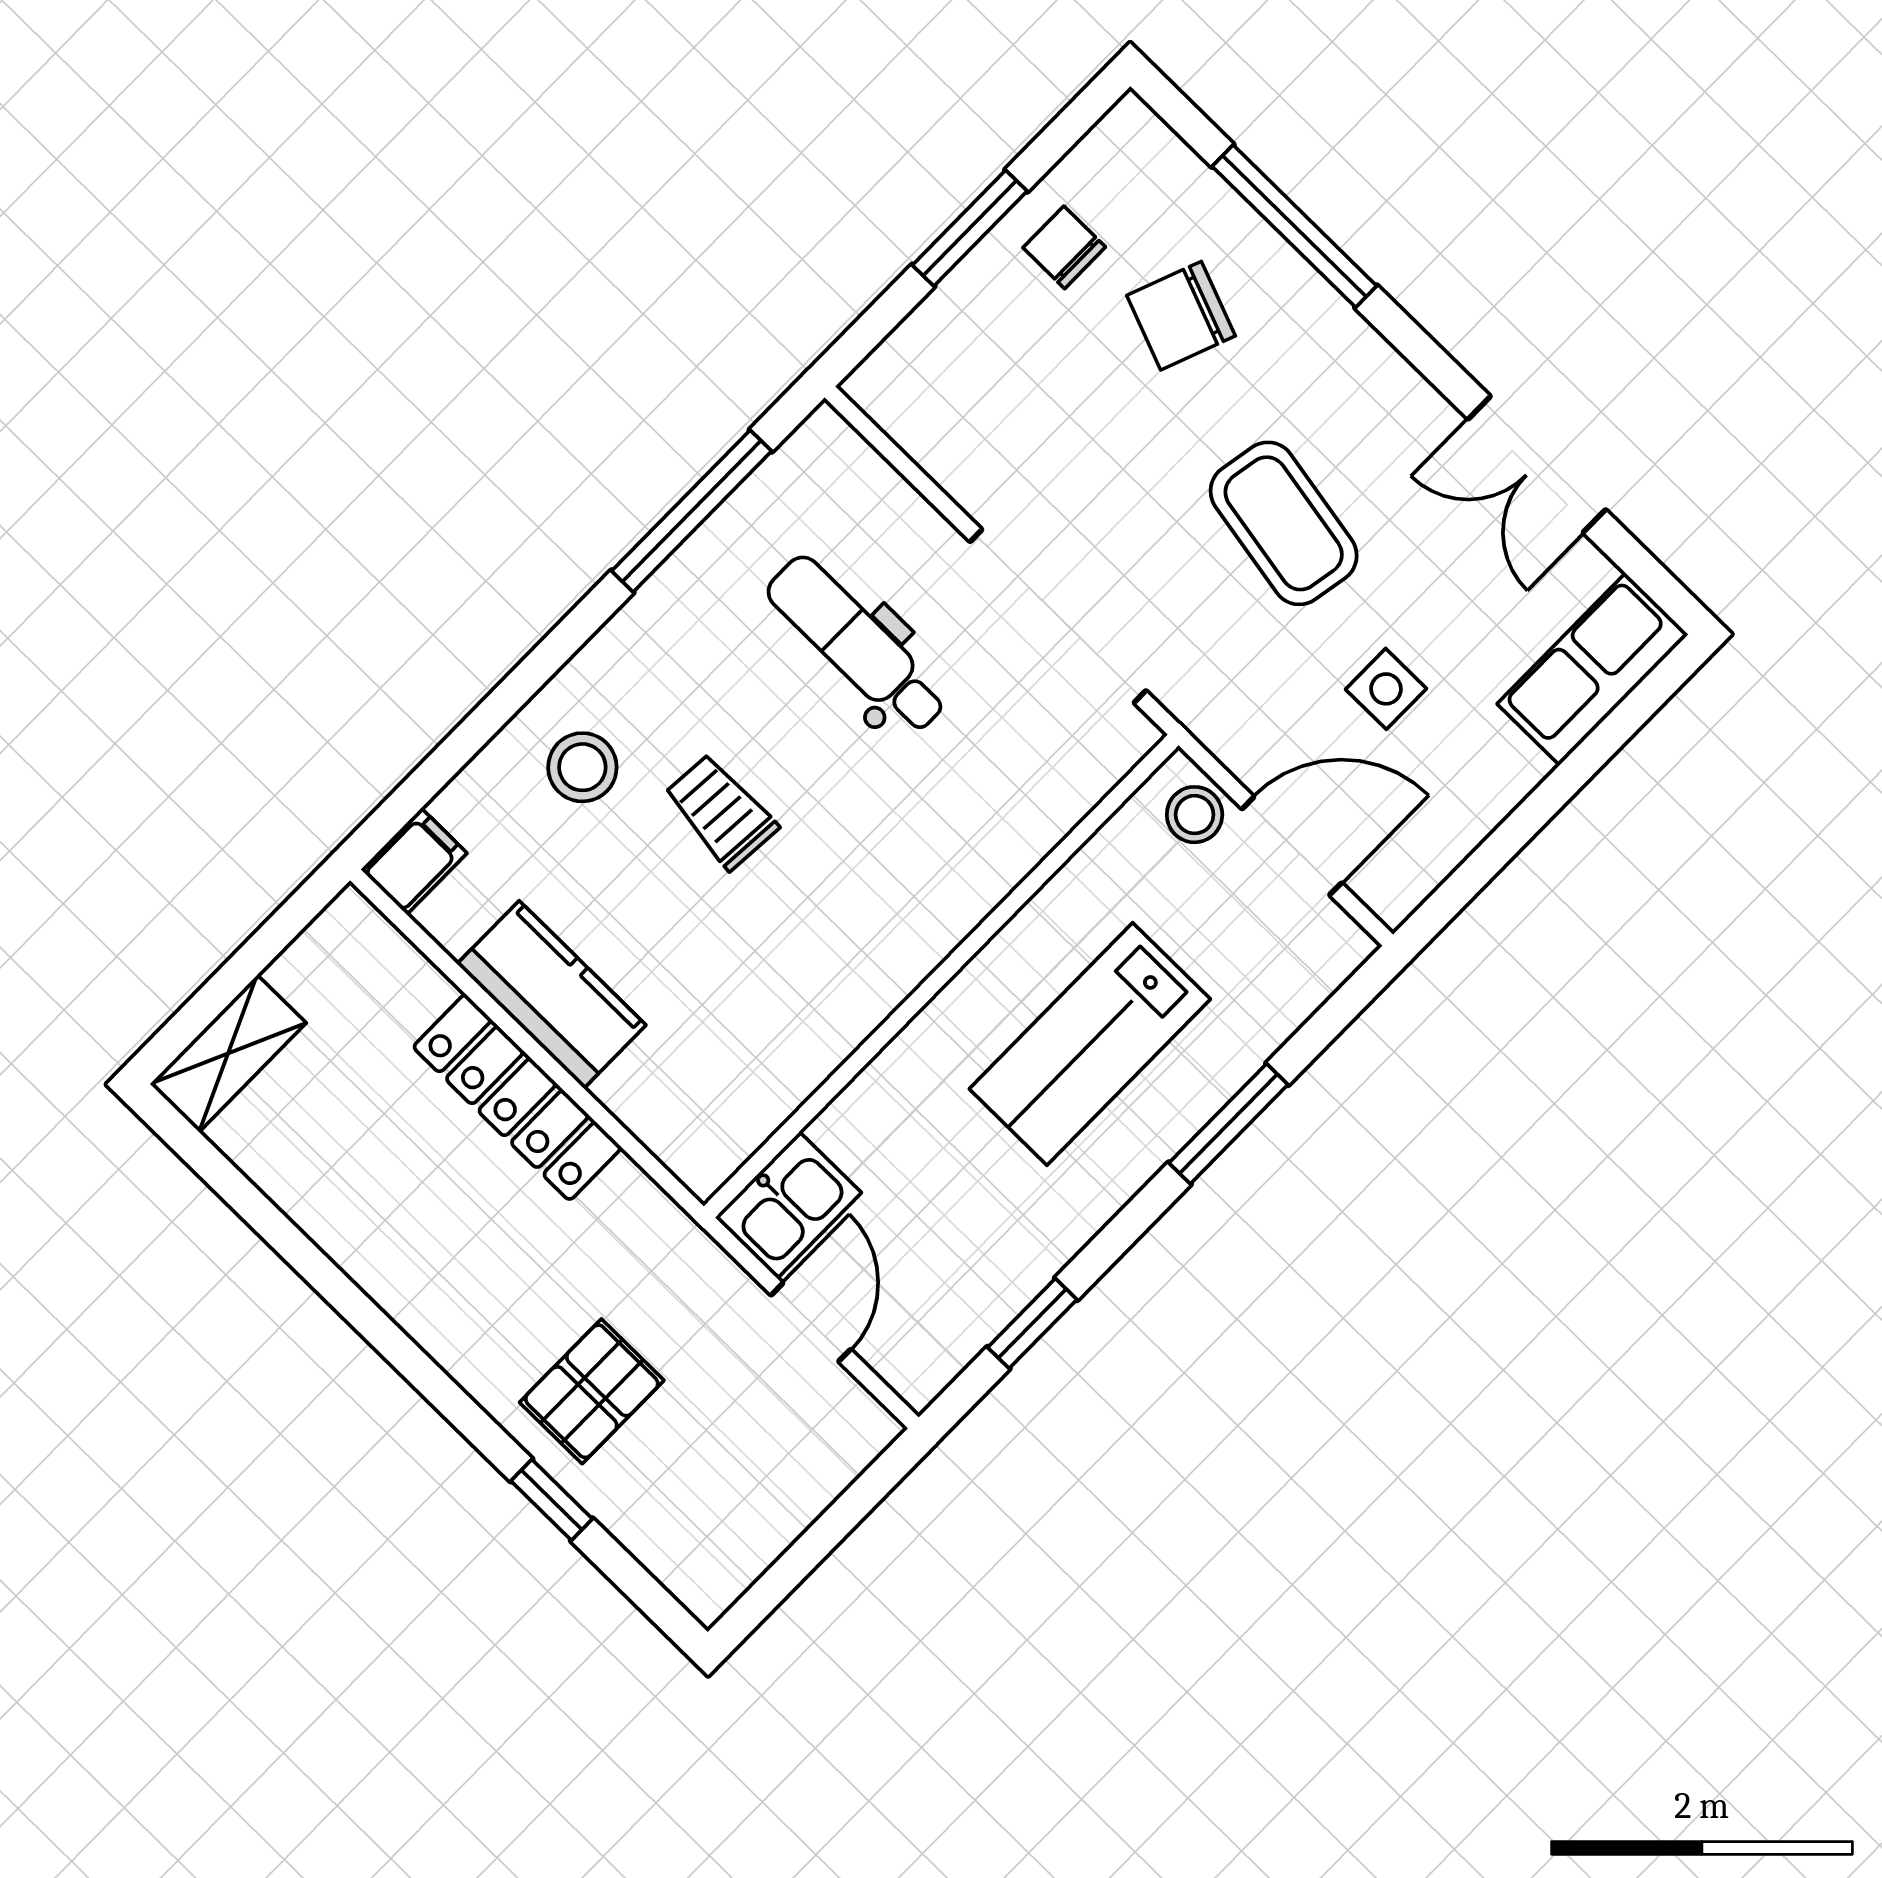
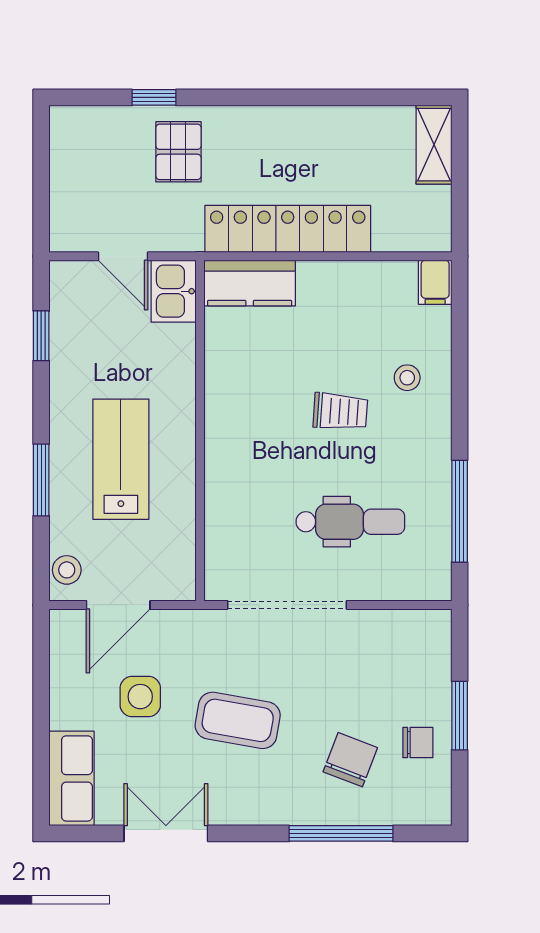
side table: (1386, 689) -> (140, 697), width x1.37, depth x1.37
stool: (582, 767) -> (407, 378), width x0.73, depth x0.73
stool: (1195, 815) -> (67, 570), moved
kitchen counter: (551, 995) -> (250, 283), moved
locker: (517, 1097) -> (288, 229), width x1.41, depth x1.21

